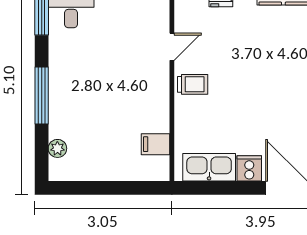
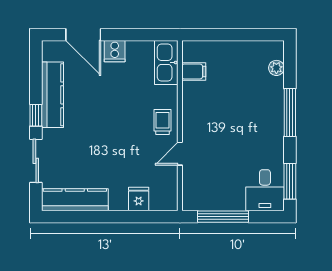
trolley: (193, 84) -> (163, 122), turned 90
kitchen sink: (209, 167) -> (166, 62), moved, turned 90

